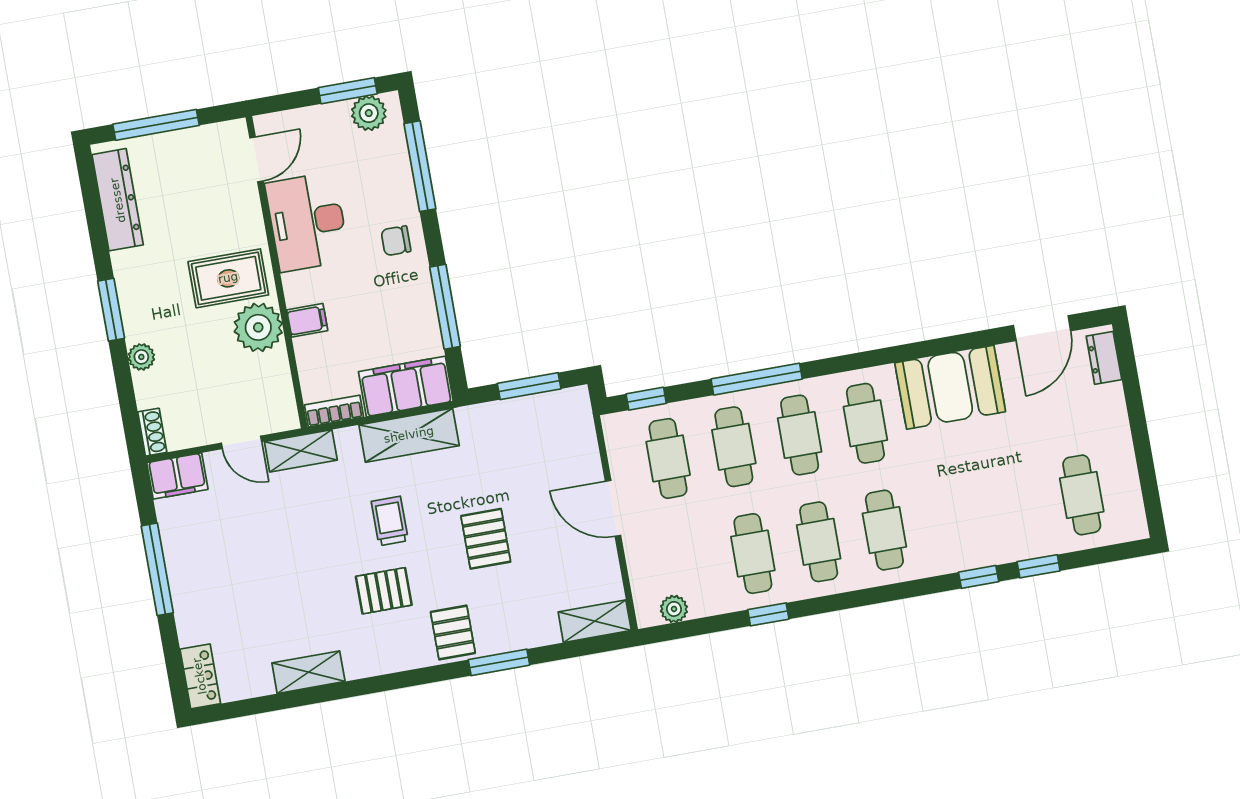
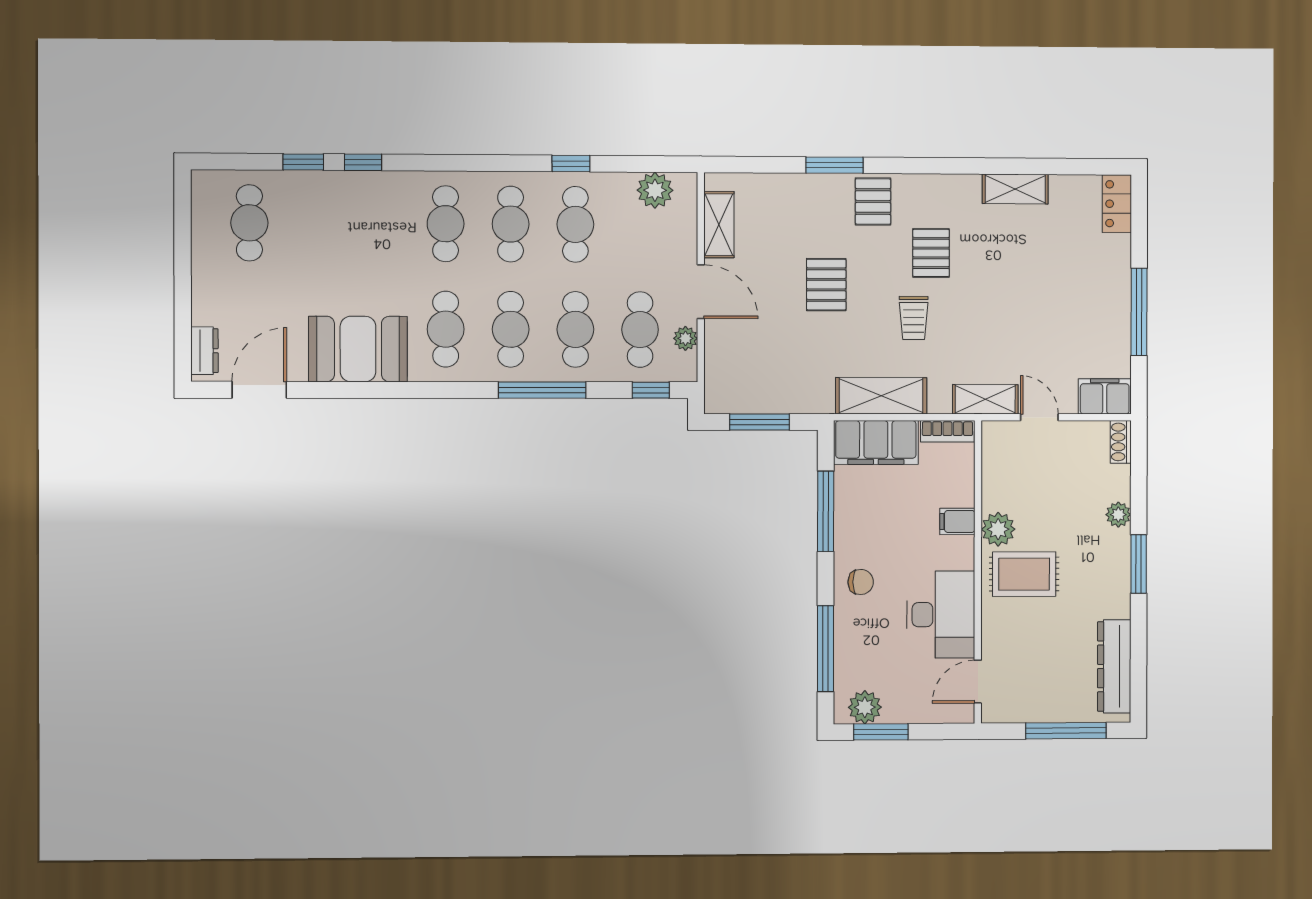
plant: (258, 327) -> (998, 529), width x0.73, depth x0.73
plant: (620, 458) -> (685, 338), added
pallet: (384, 591) -> (931, 253), turned 90
plant: (674, 609) -> (655, 190), width x1.38, depth x1.38
shelving: (595, 621) -> (719, 225), moved, turned 90

